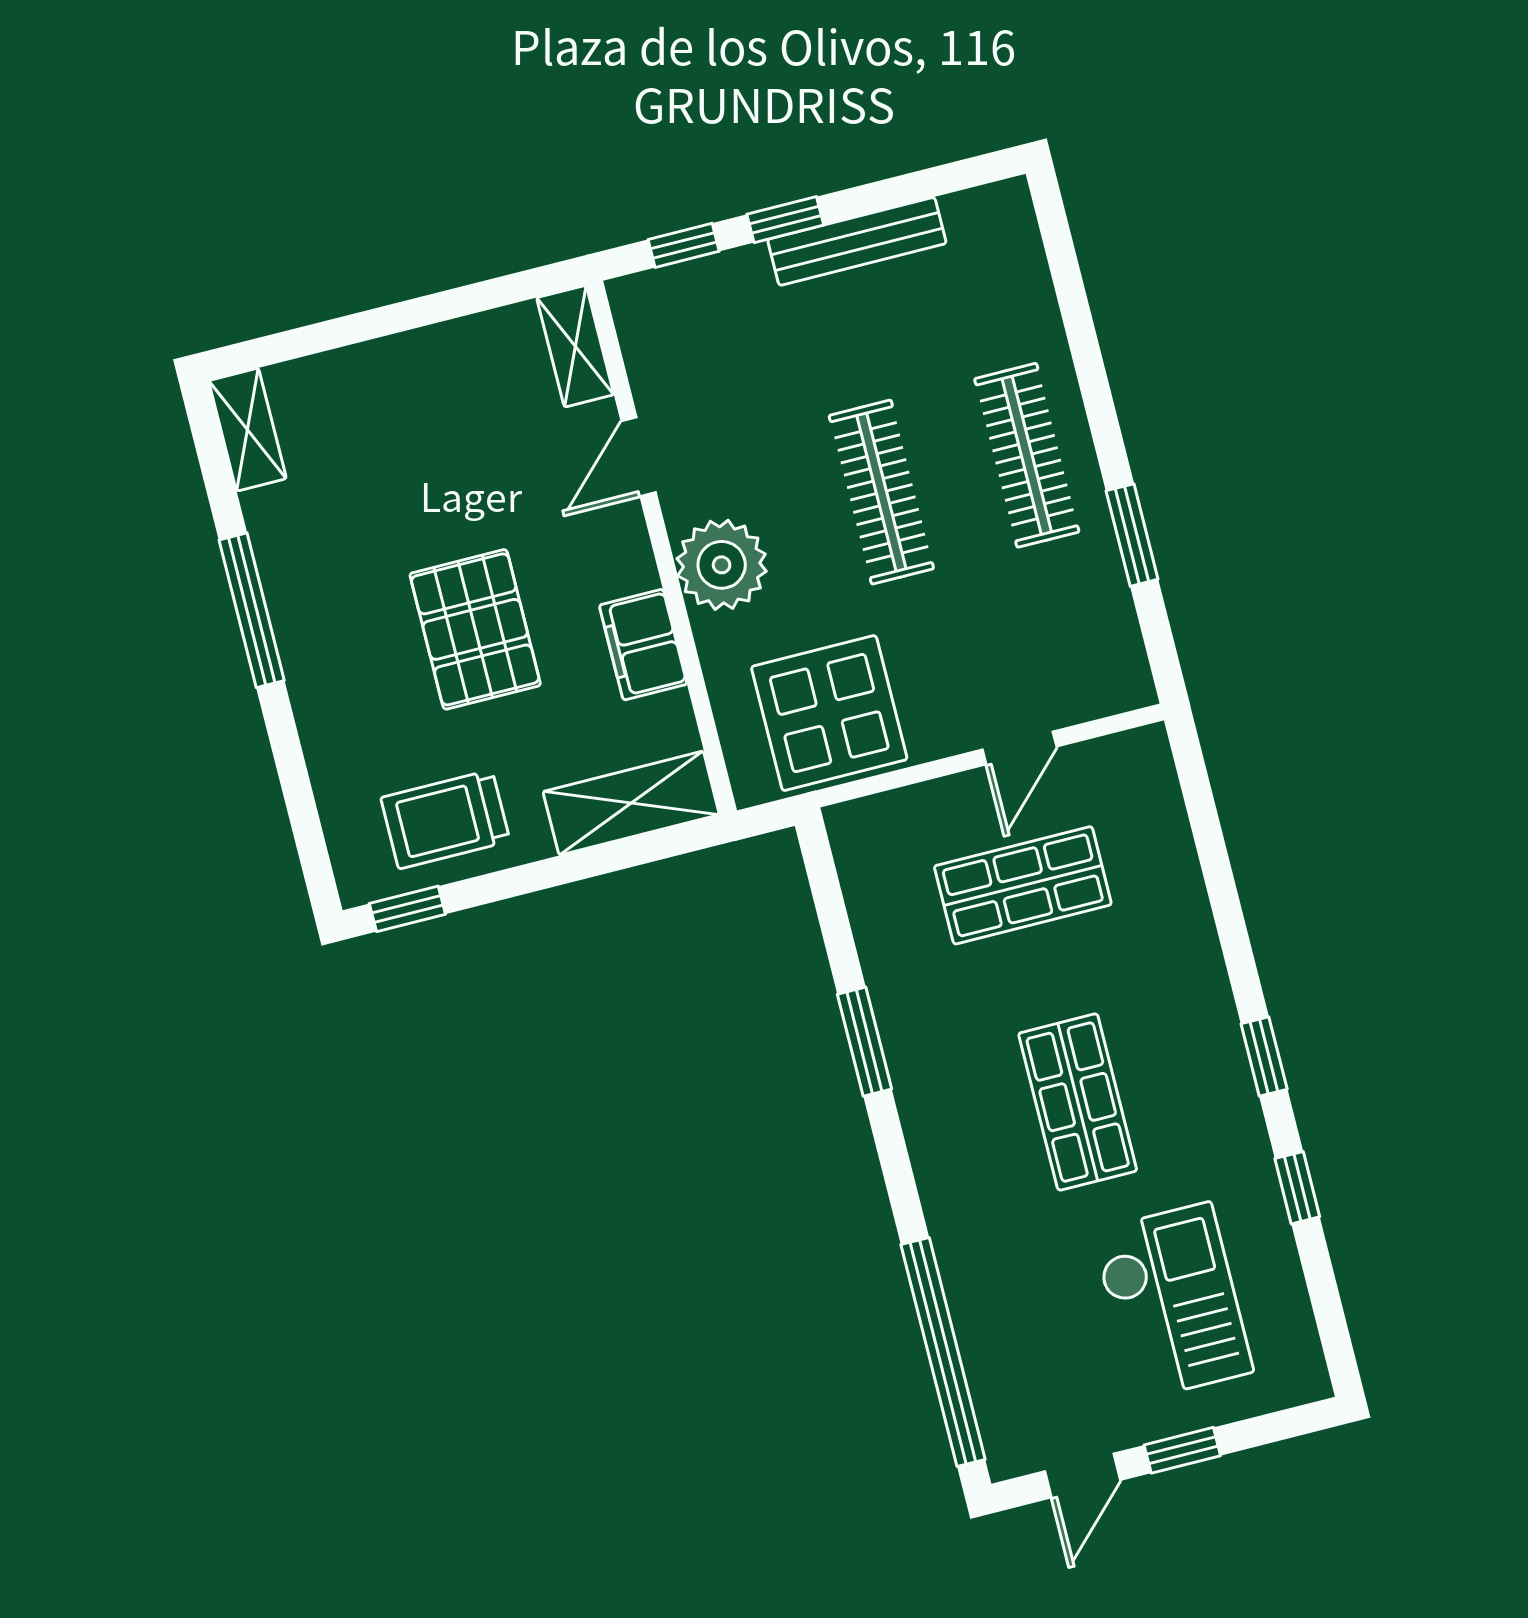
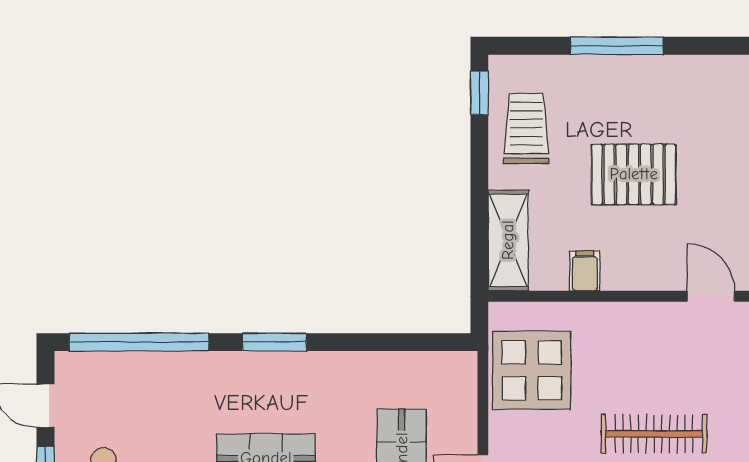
plant: (722, 565) -> (635, 329), removed
window: (252, 610) -> (617, 46), moved
filing cabinet: (643, 645) -> (585, 271), width x0.50
window: (864, 1042) -> (274, 342), moved

